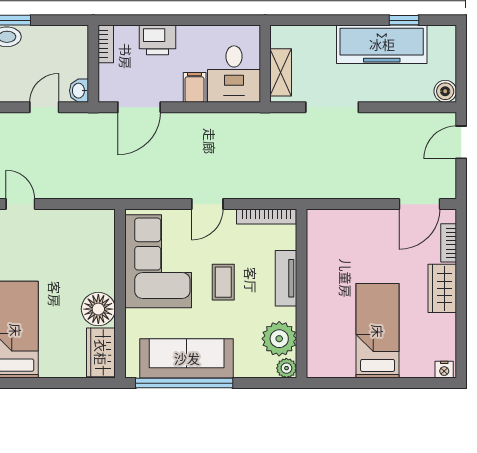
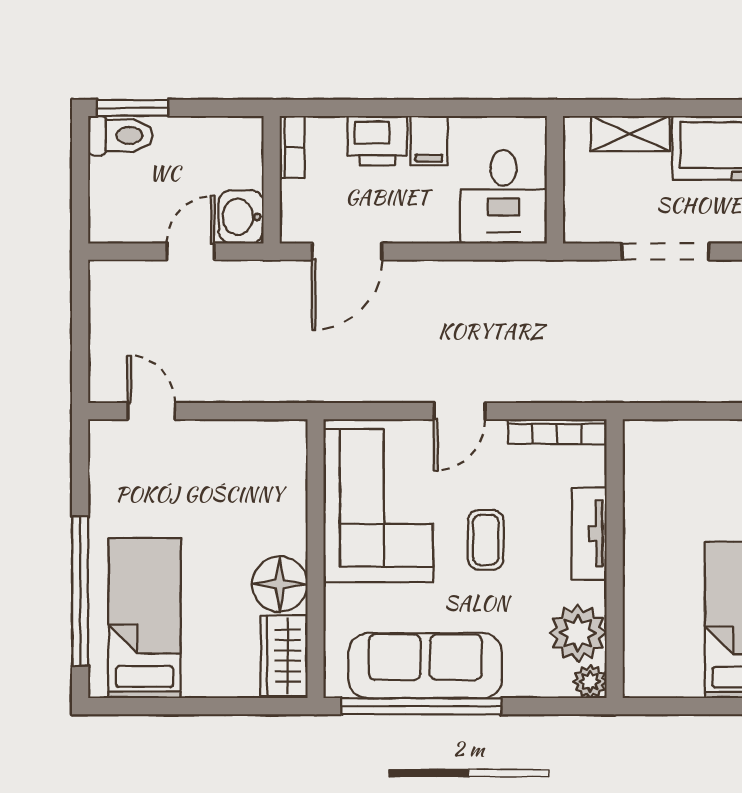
shelving: (281, 72) -> (630, 134), moved, turned 90
filing cabinet: (195, 87) -> (429, 141), moved, turned 180
washbasin: (79, 91) -> (241, 217), width x1.38, depth x1.45

